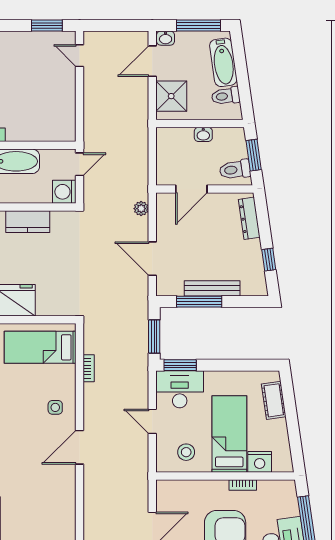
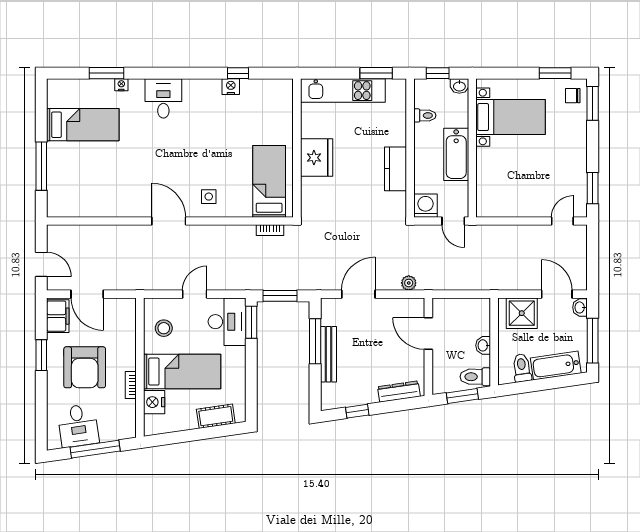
toilet: (235, 170) -> (475, 377), moved, turned -82
bookcase: (89, 368) -> (270, 230), moved

